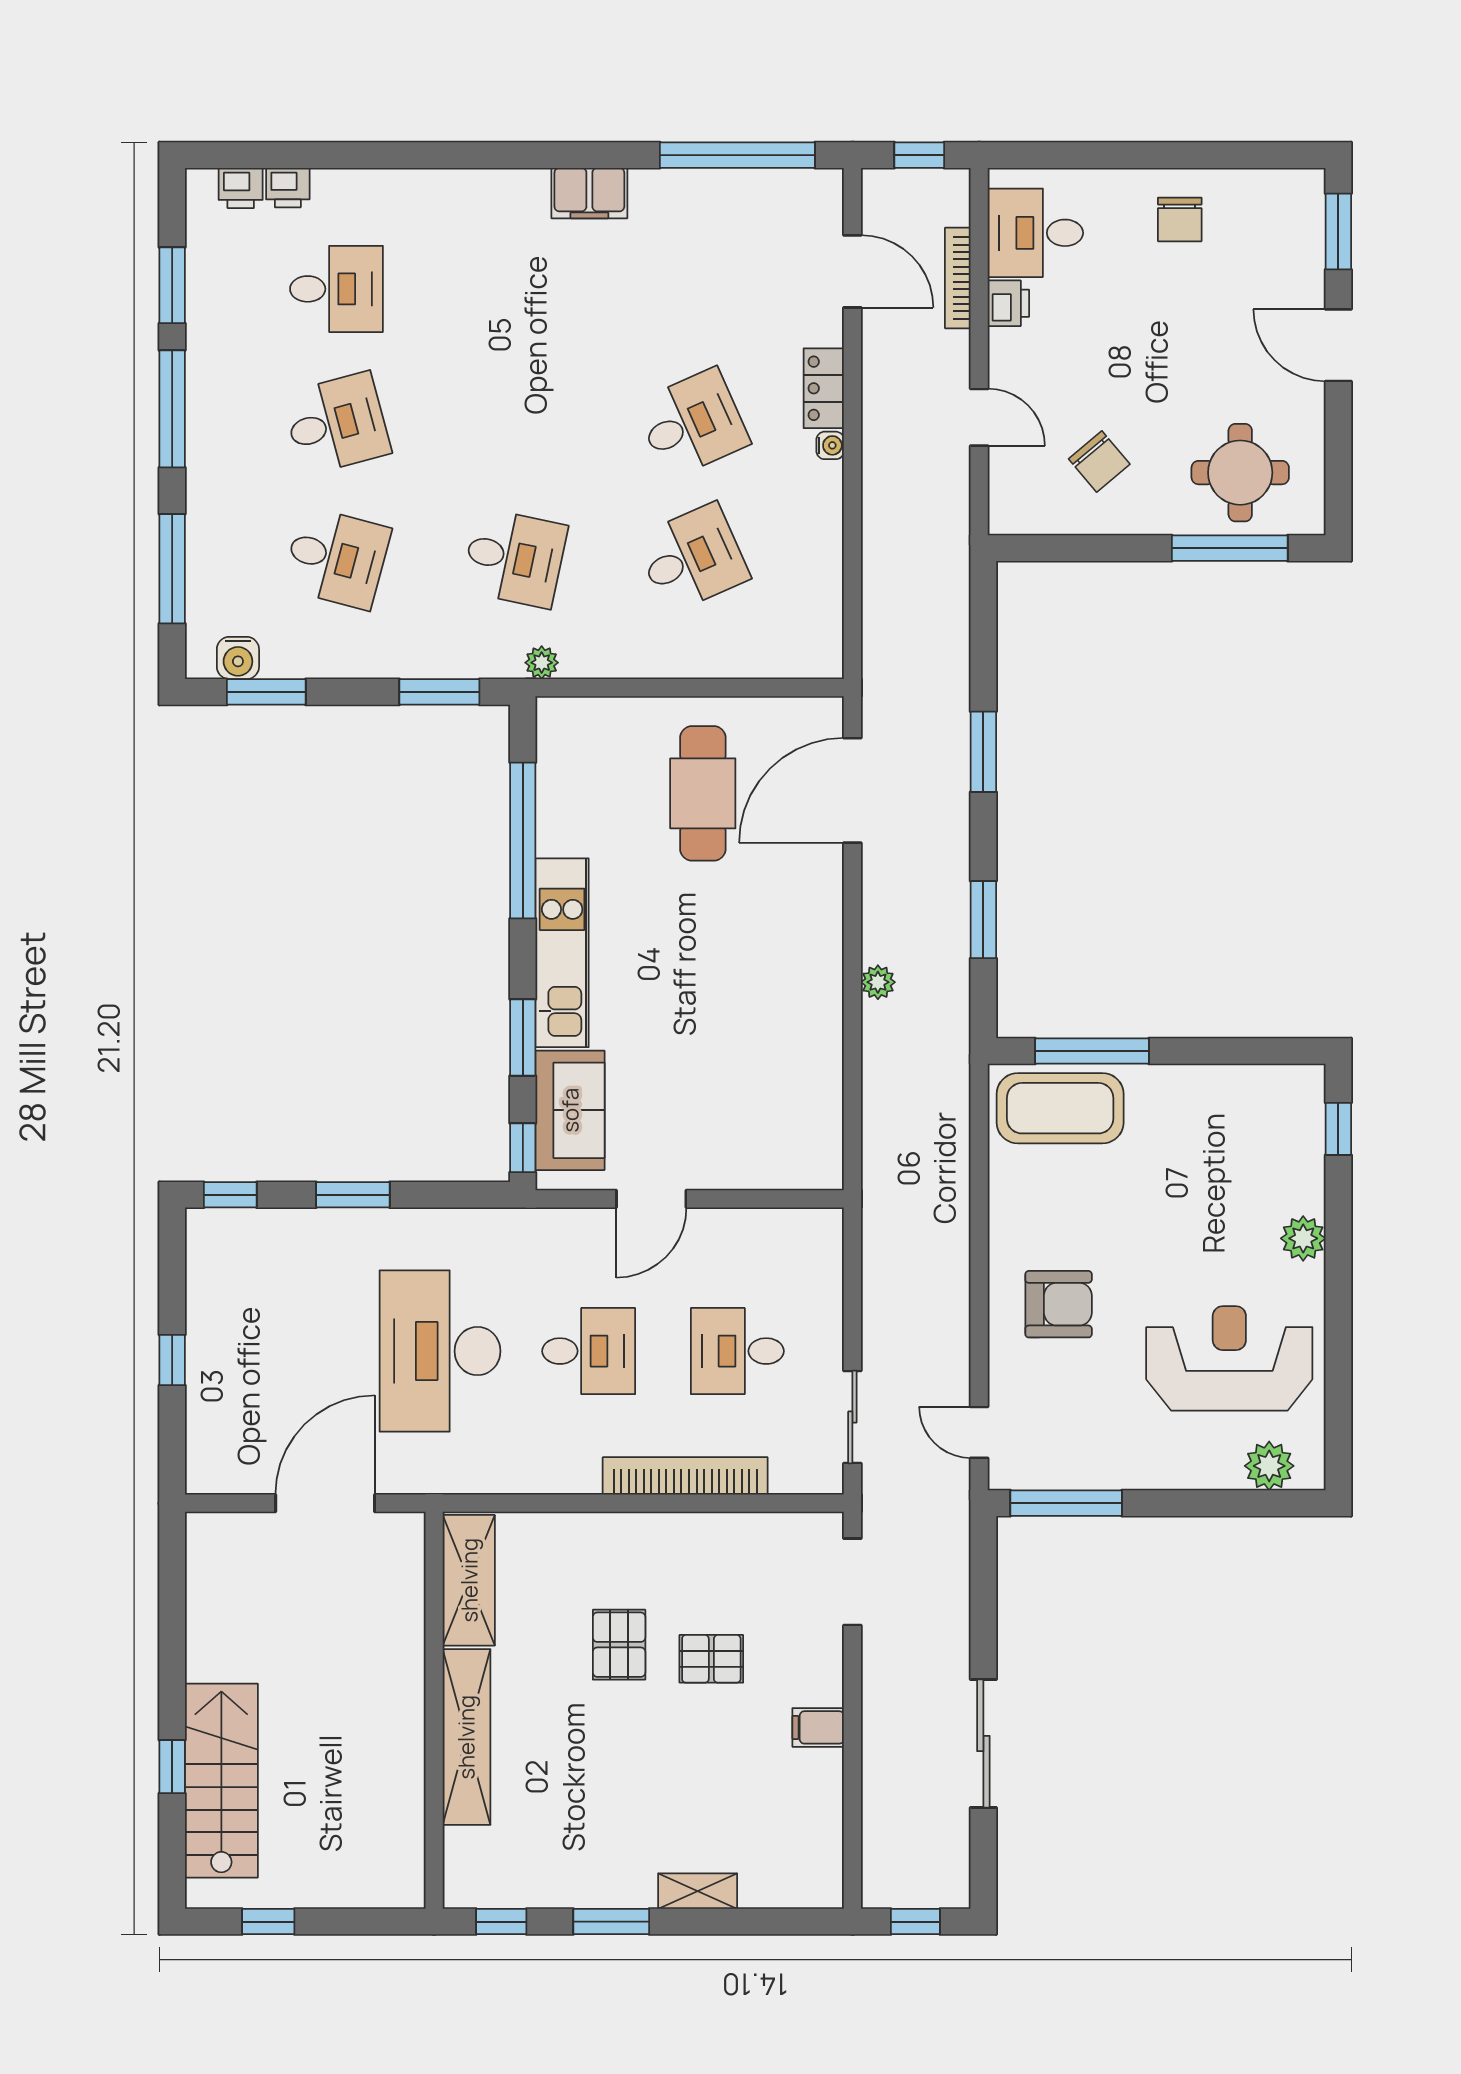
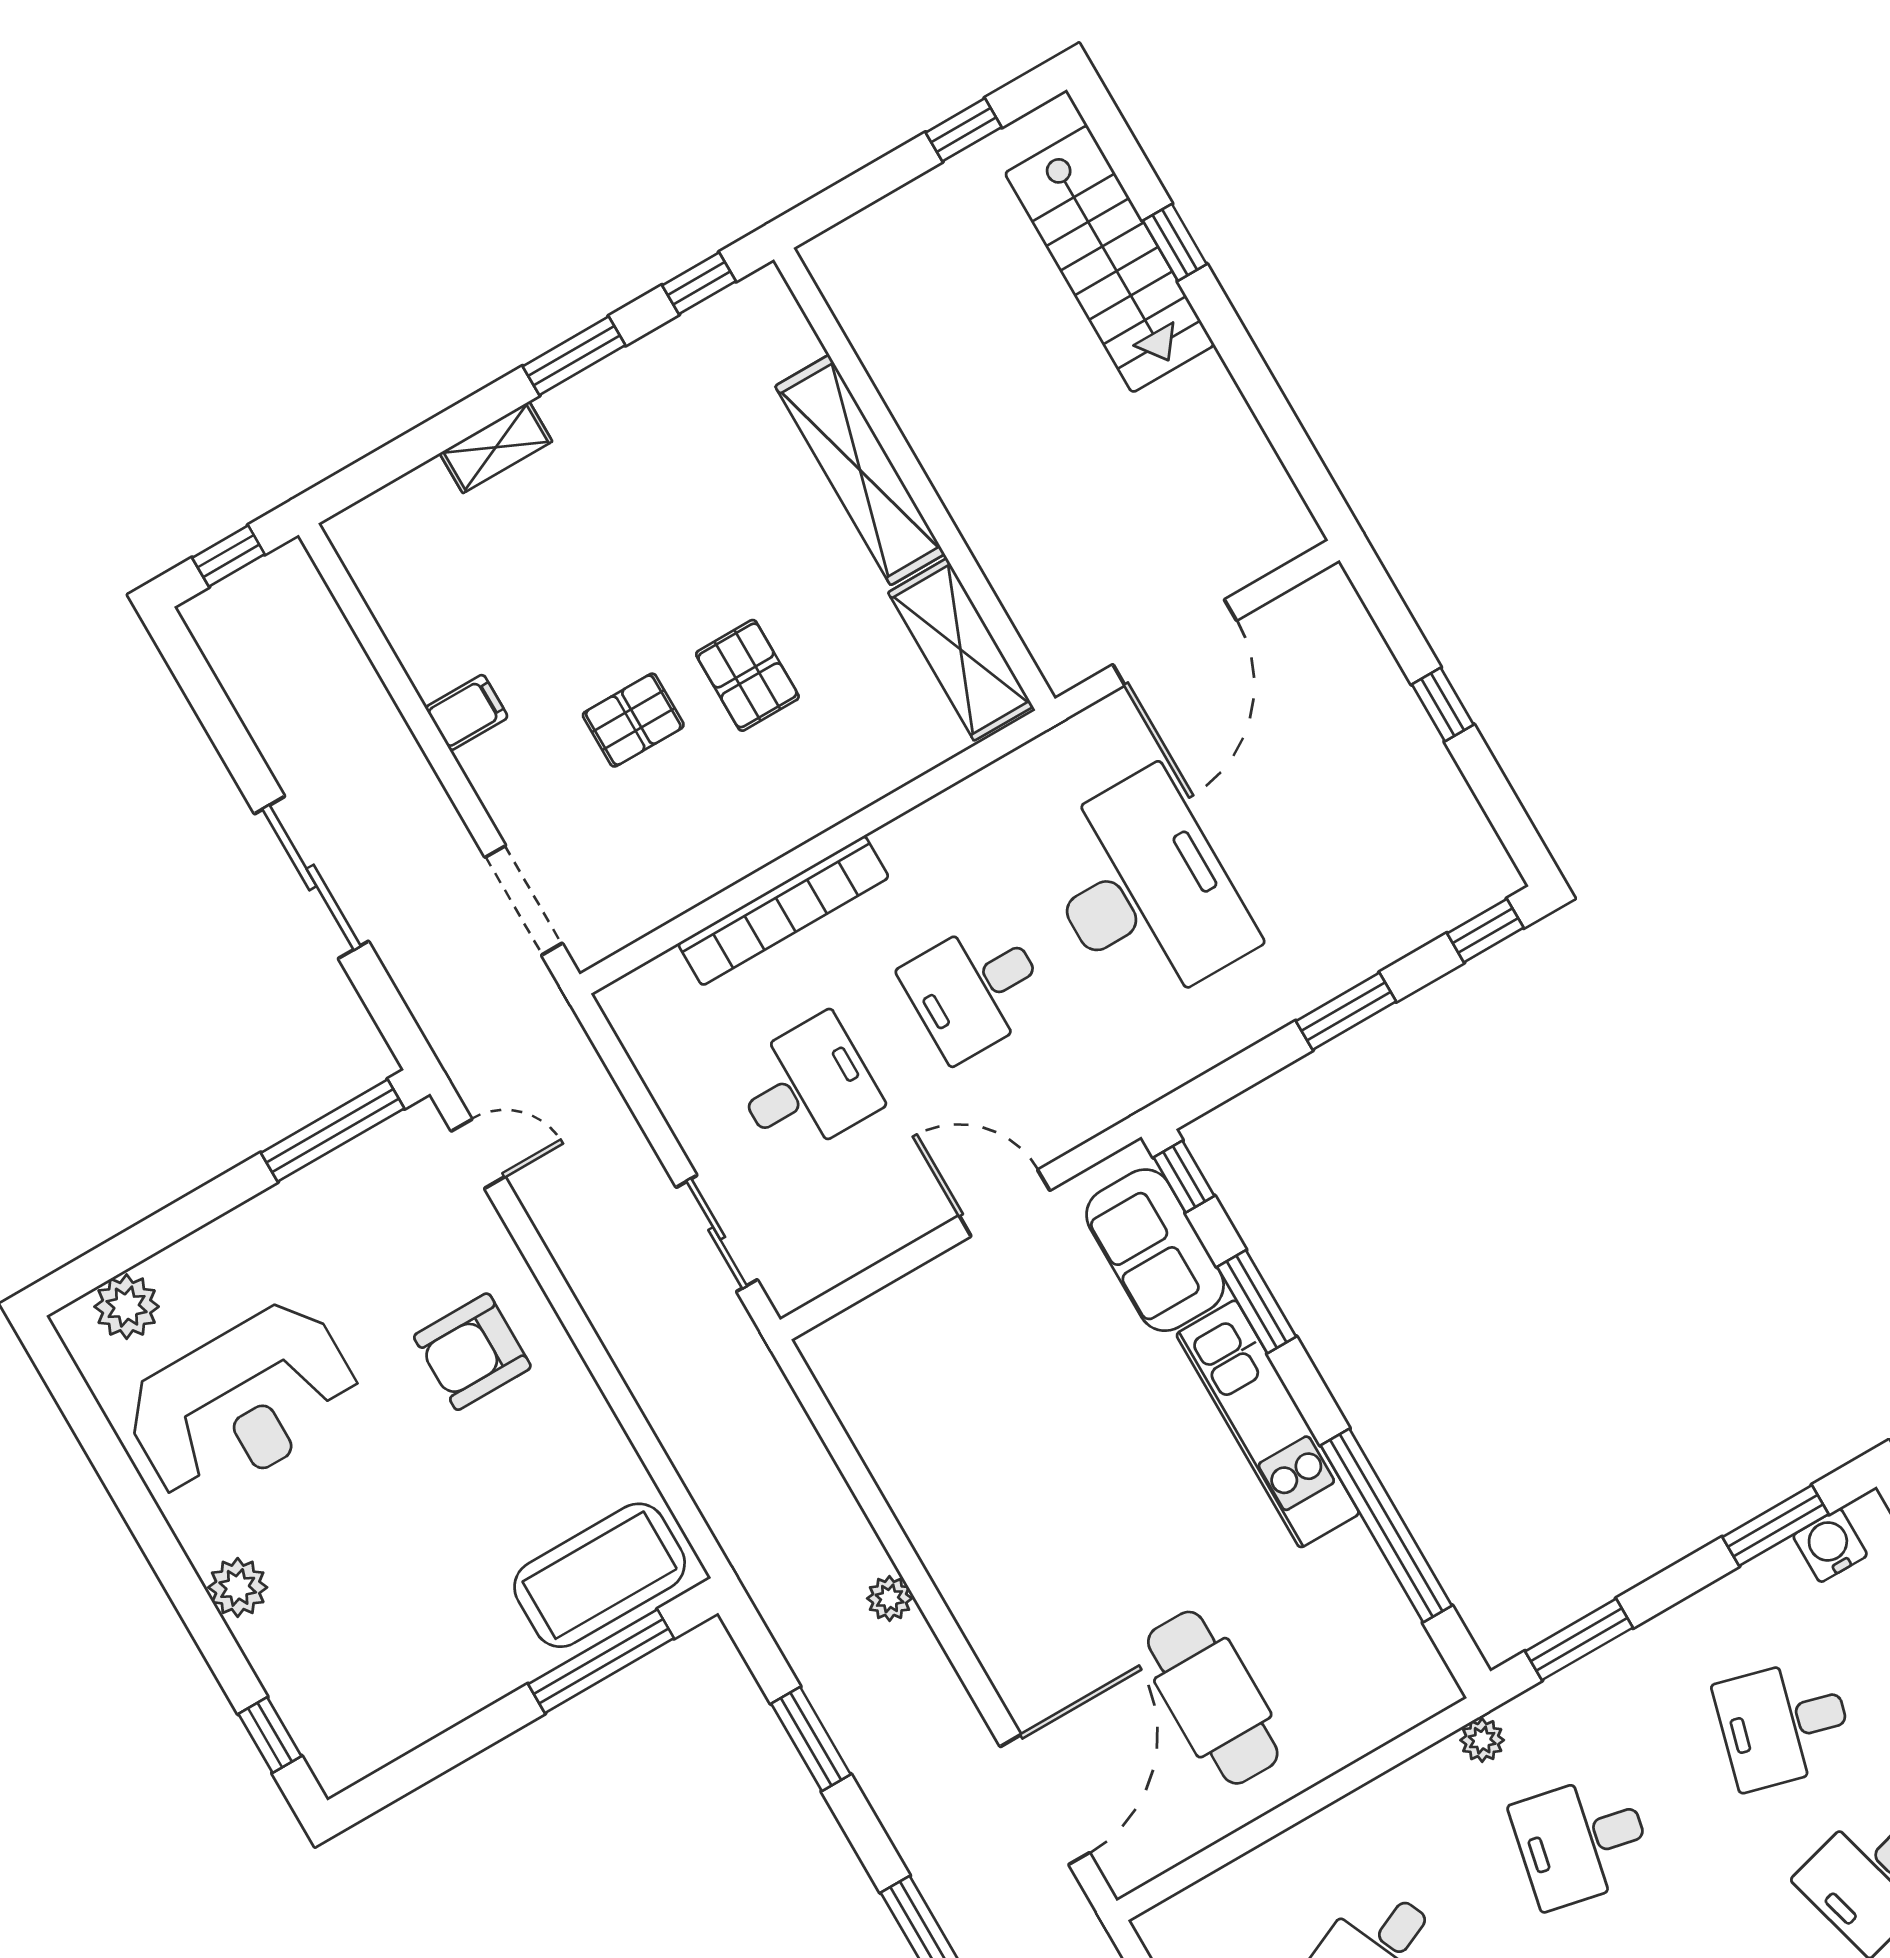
door: (651, 1199) -> (1004, 1203), hinge flipped
sliding door: (852, 1417) -> (717, 1233), moved
sliding door: (983, 1743) -> (312, 877), moved

